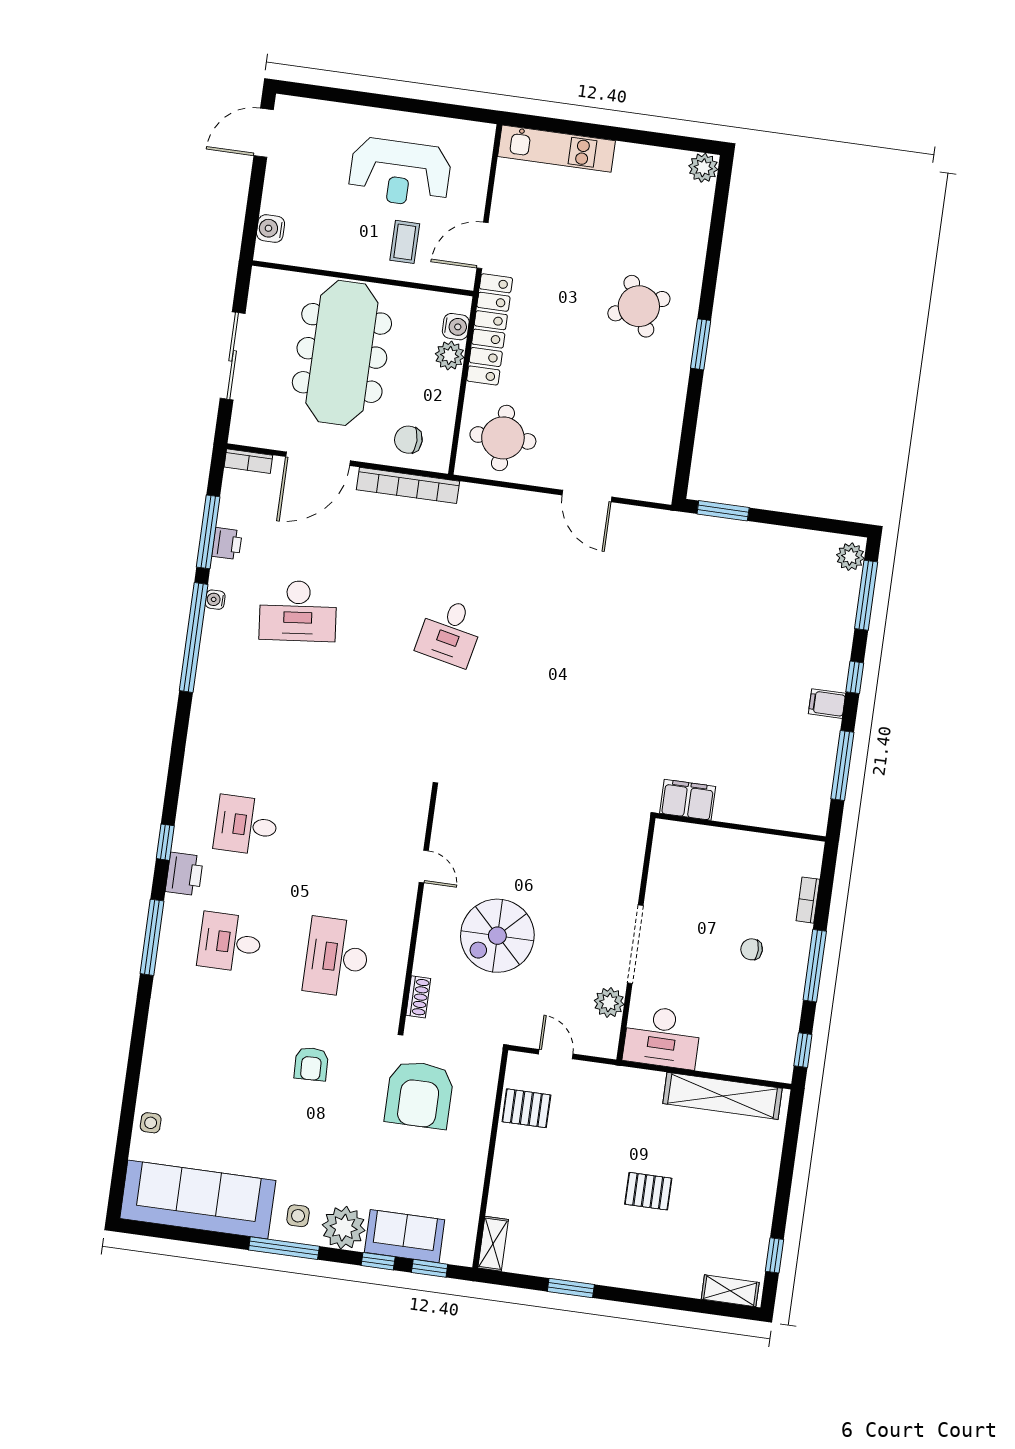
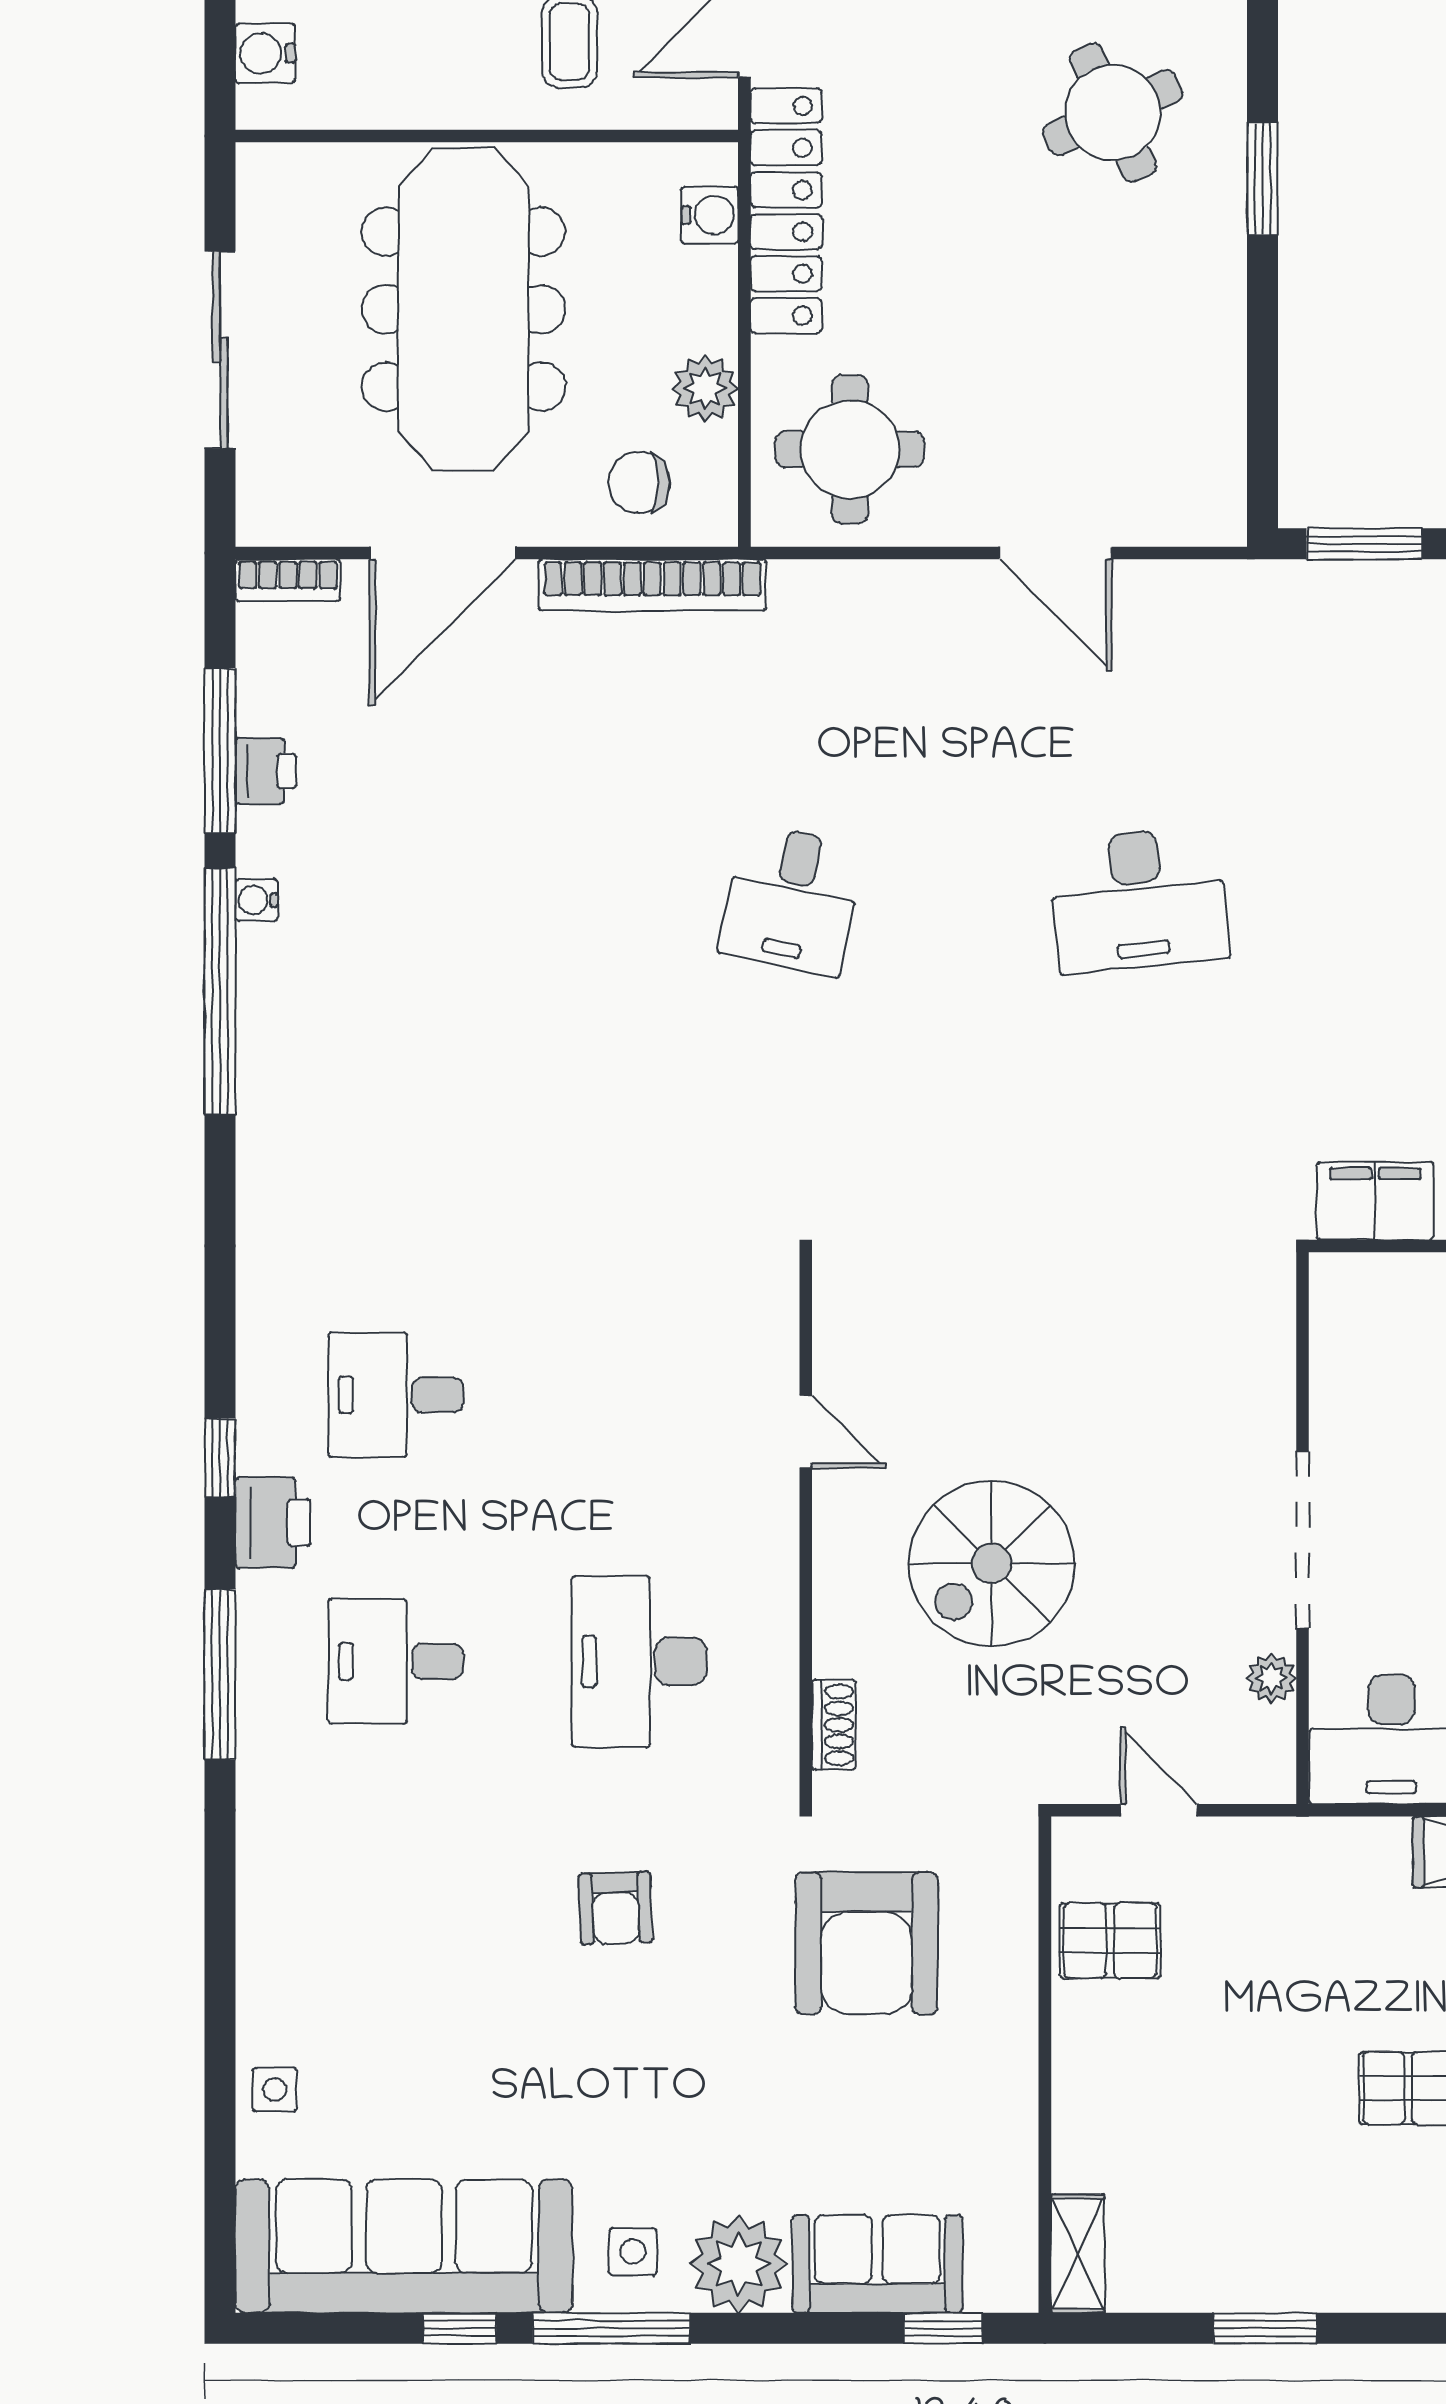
plant: (450, 356) -> (705, 388), moved
desk: (298, 611) -> (1138, 899), moved
plant: (609, 1002) -> (1271, 1678), width x0.73, depth x0.73
window: (378, 1261) -> (460, 2328), moved

